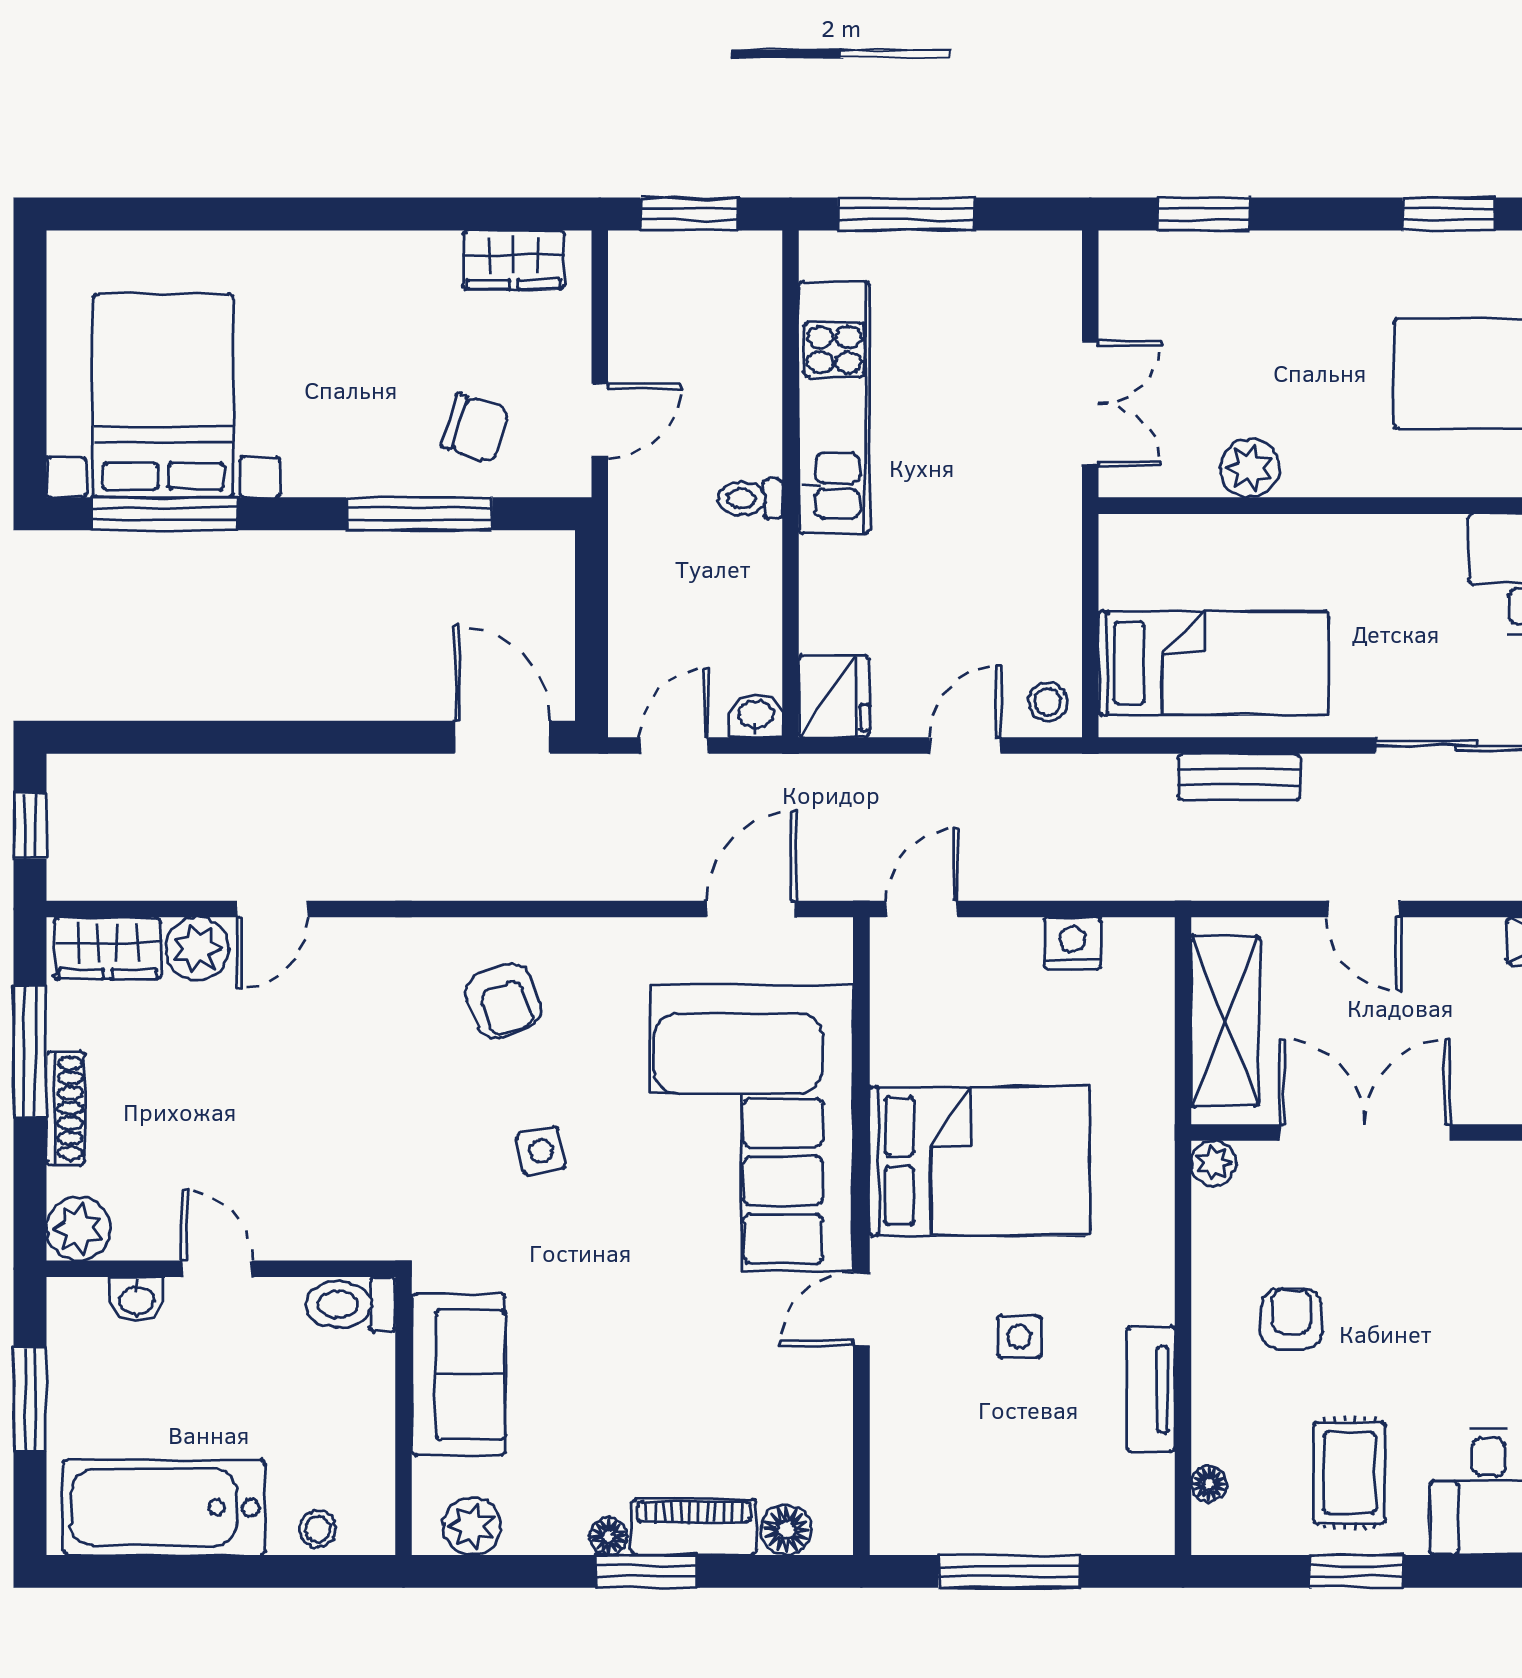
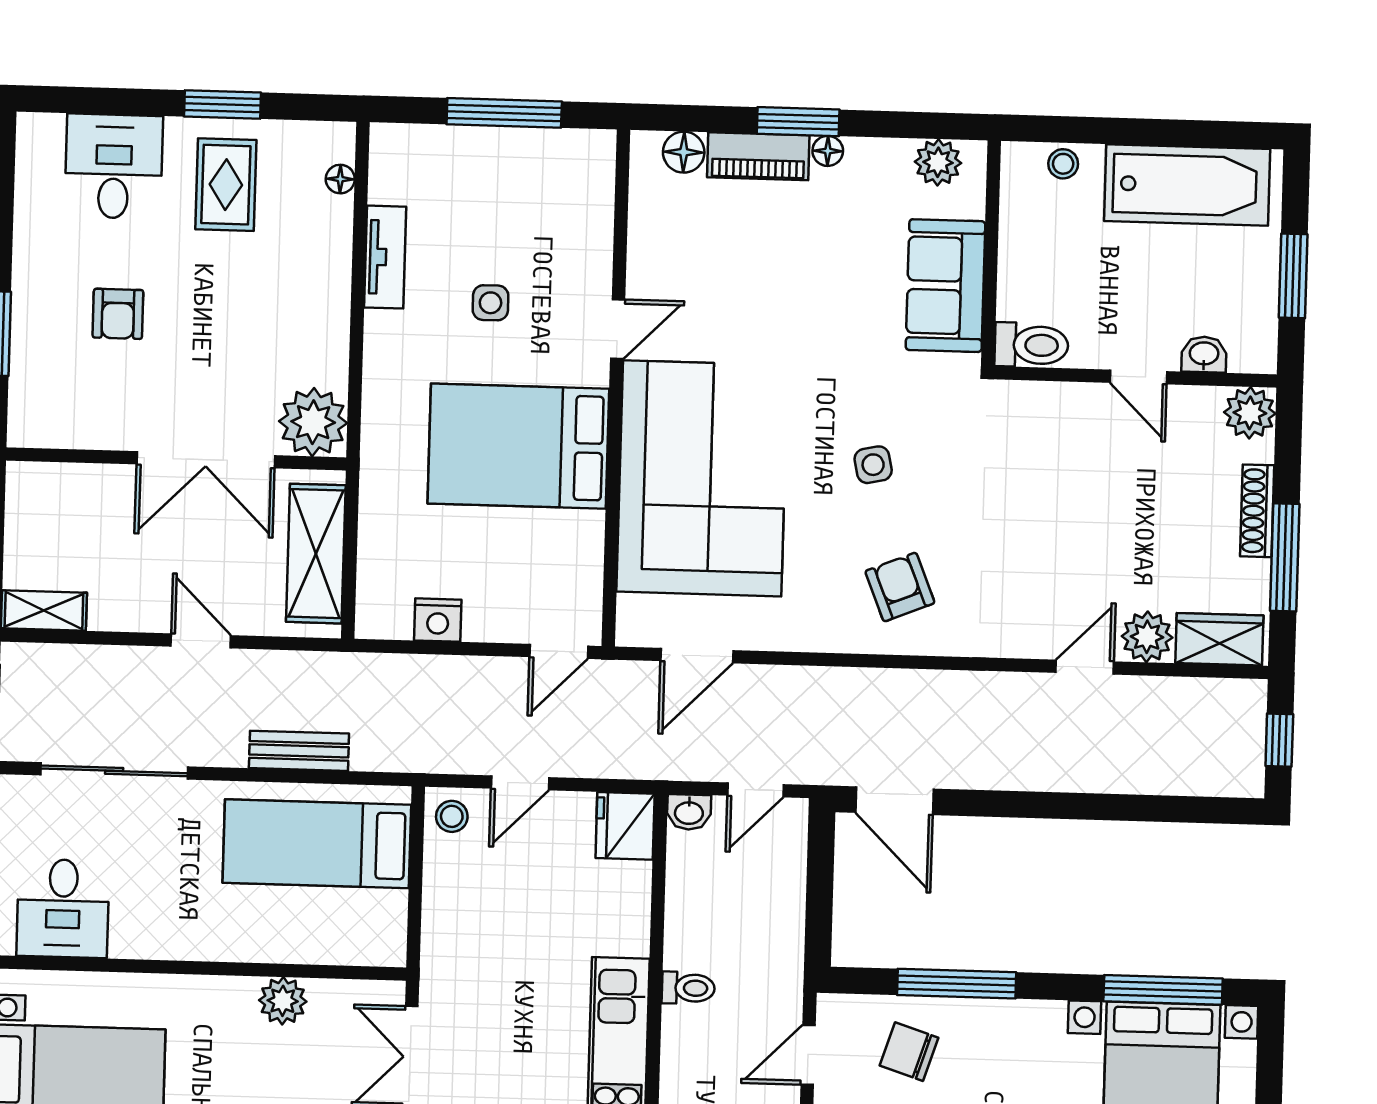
plant: (1214, 1163) -> (313, 422), width x1.88, depth x1.88
armchair: (1291, 1319) -> (118, 314), moved

